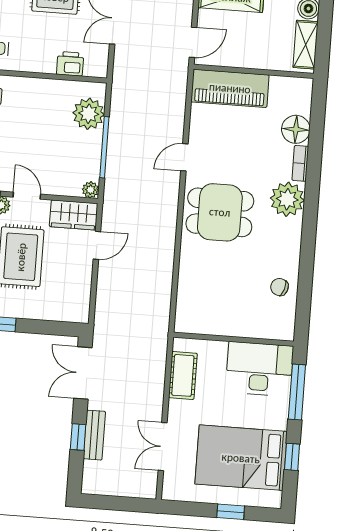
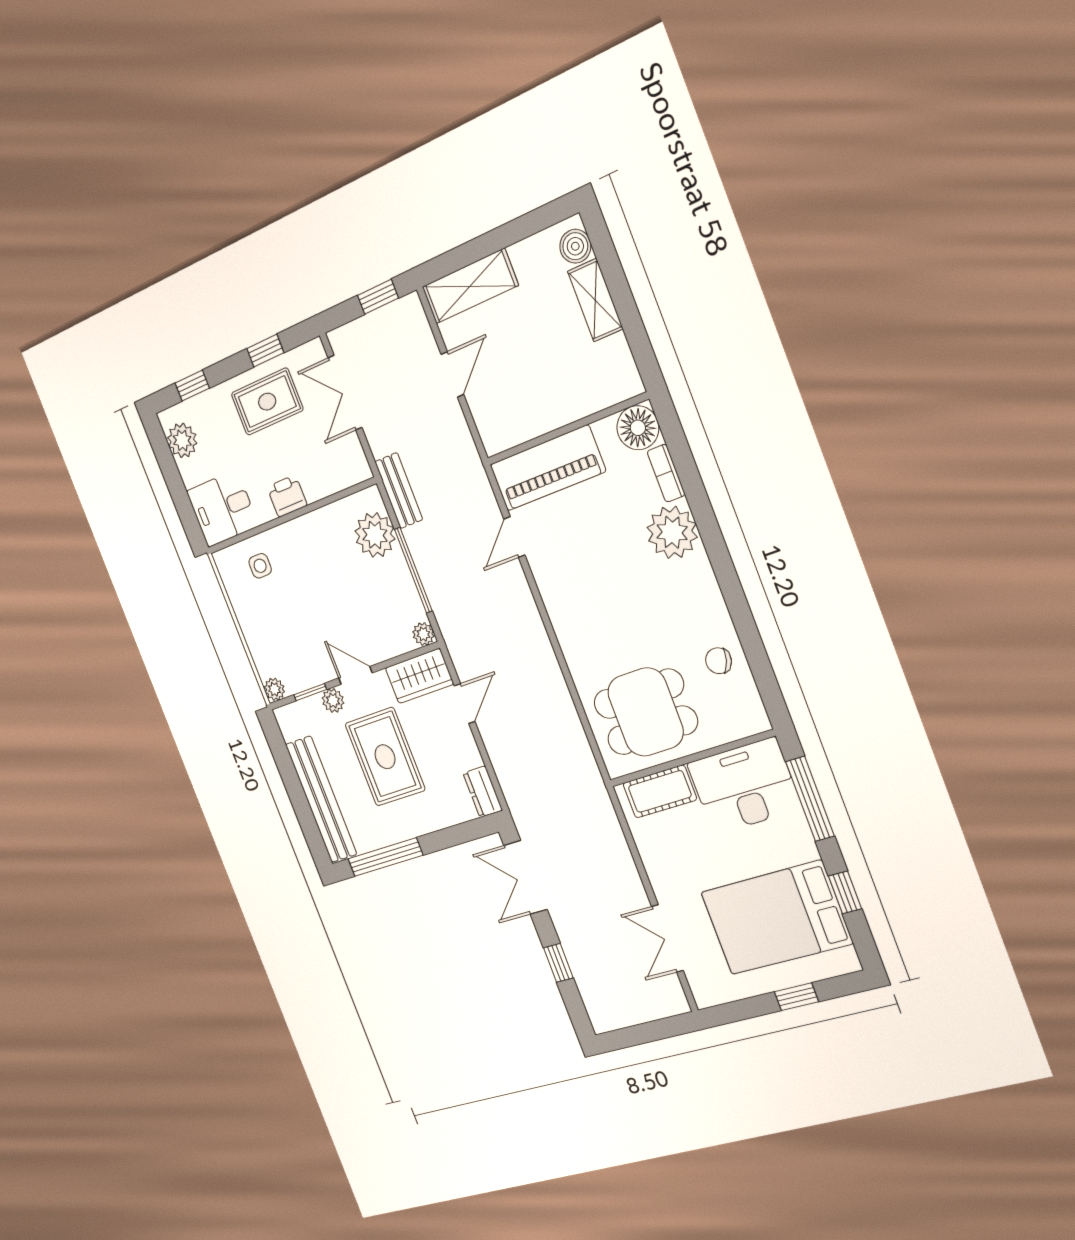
printer: (70, 64) -> (287, 496), moved
wall: (254, 71) -> (567, 429), moved
piano: (230, 88) -> (548, 468), moved
dining table: (220, 212) -> (646, 712), moved
dresser: (81, 306) -> (483, 792), added
cot: (183, 375) -> (660, 791), moved, turned 90
bench: (94, 435) -> (399, 491), moved

